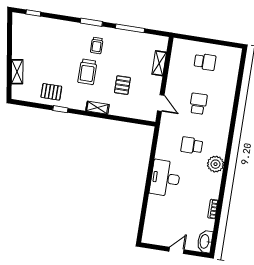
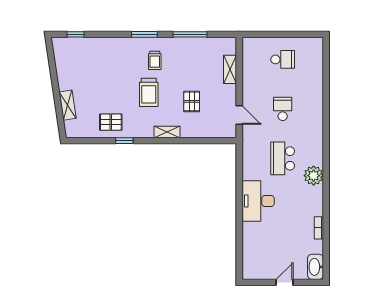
school desk: (192, 145) -> (283, 158), width x1.85

